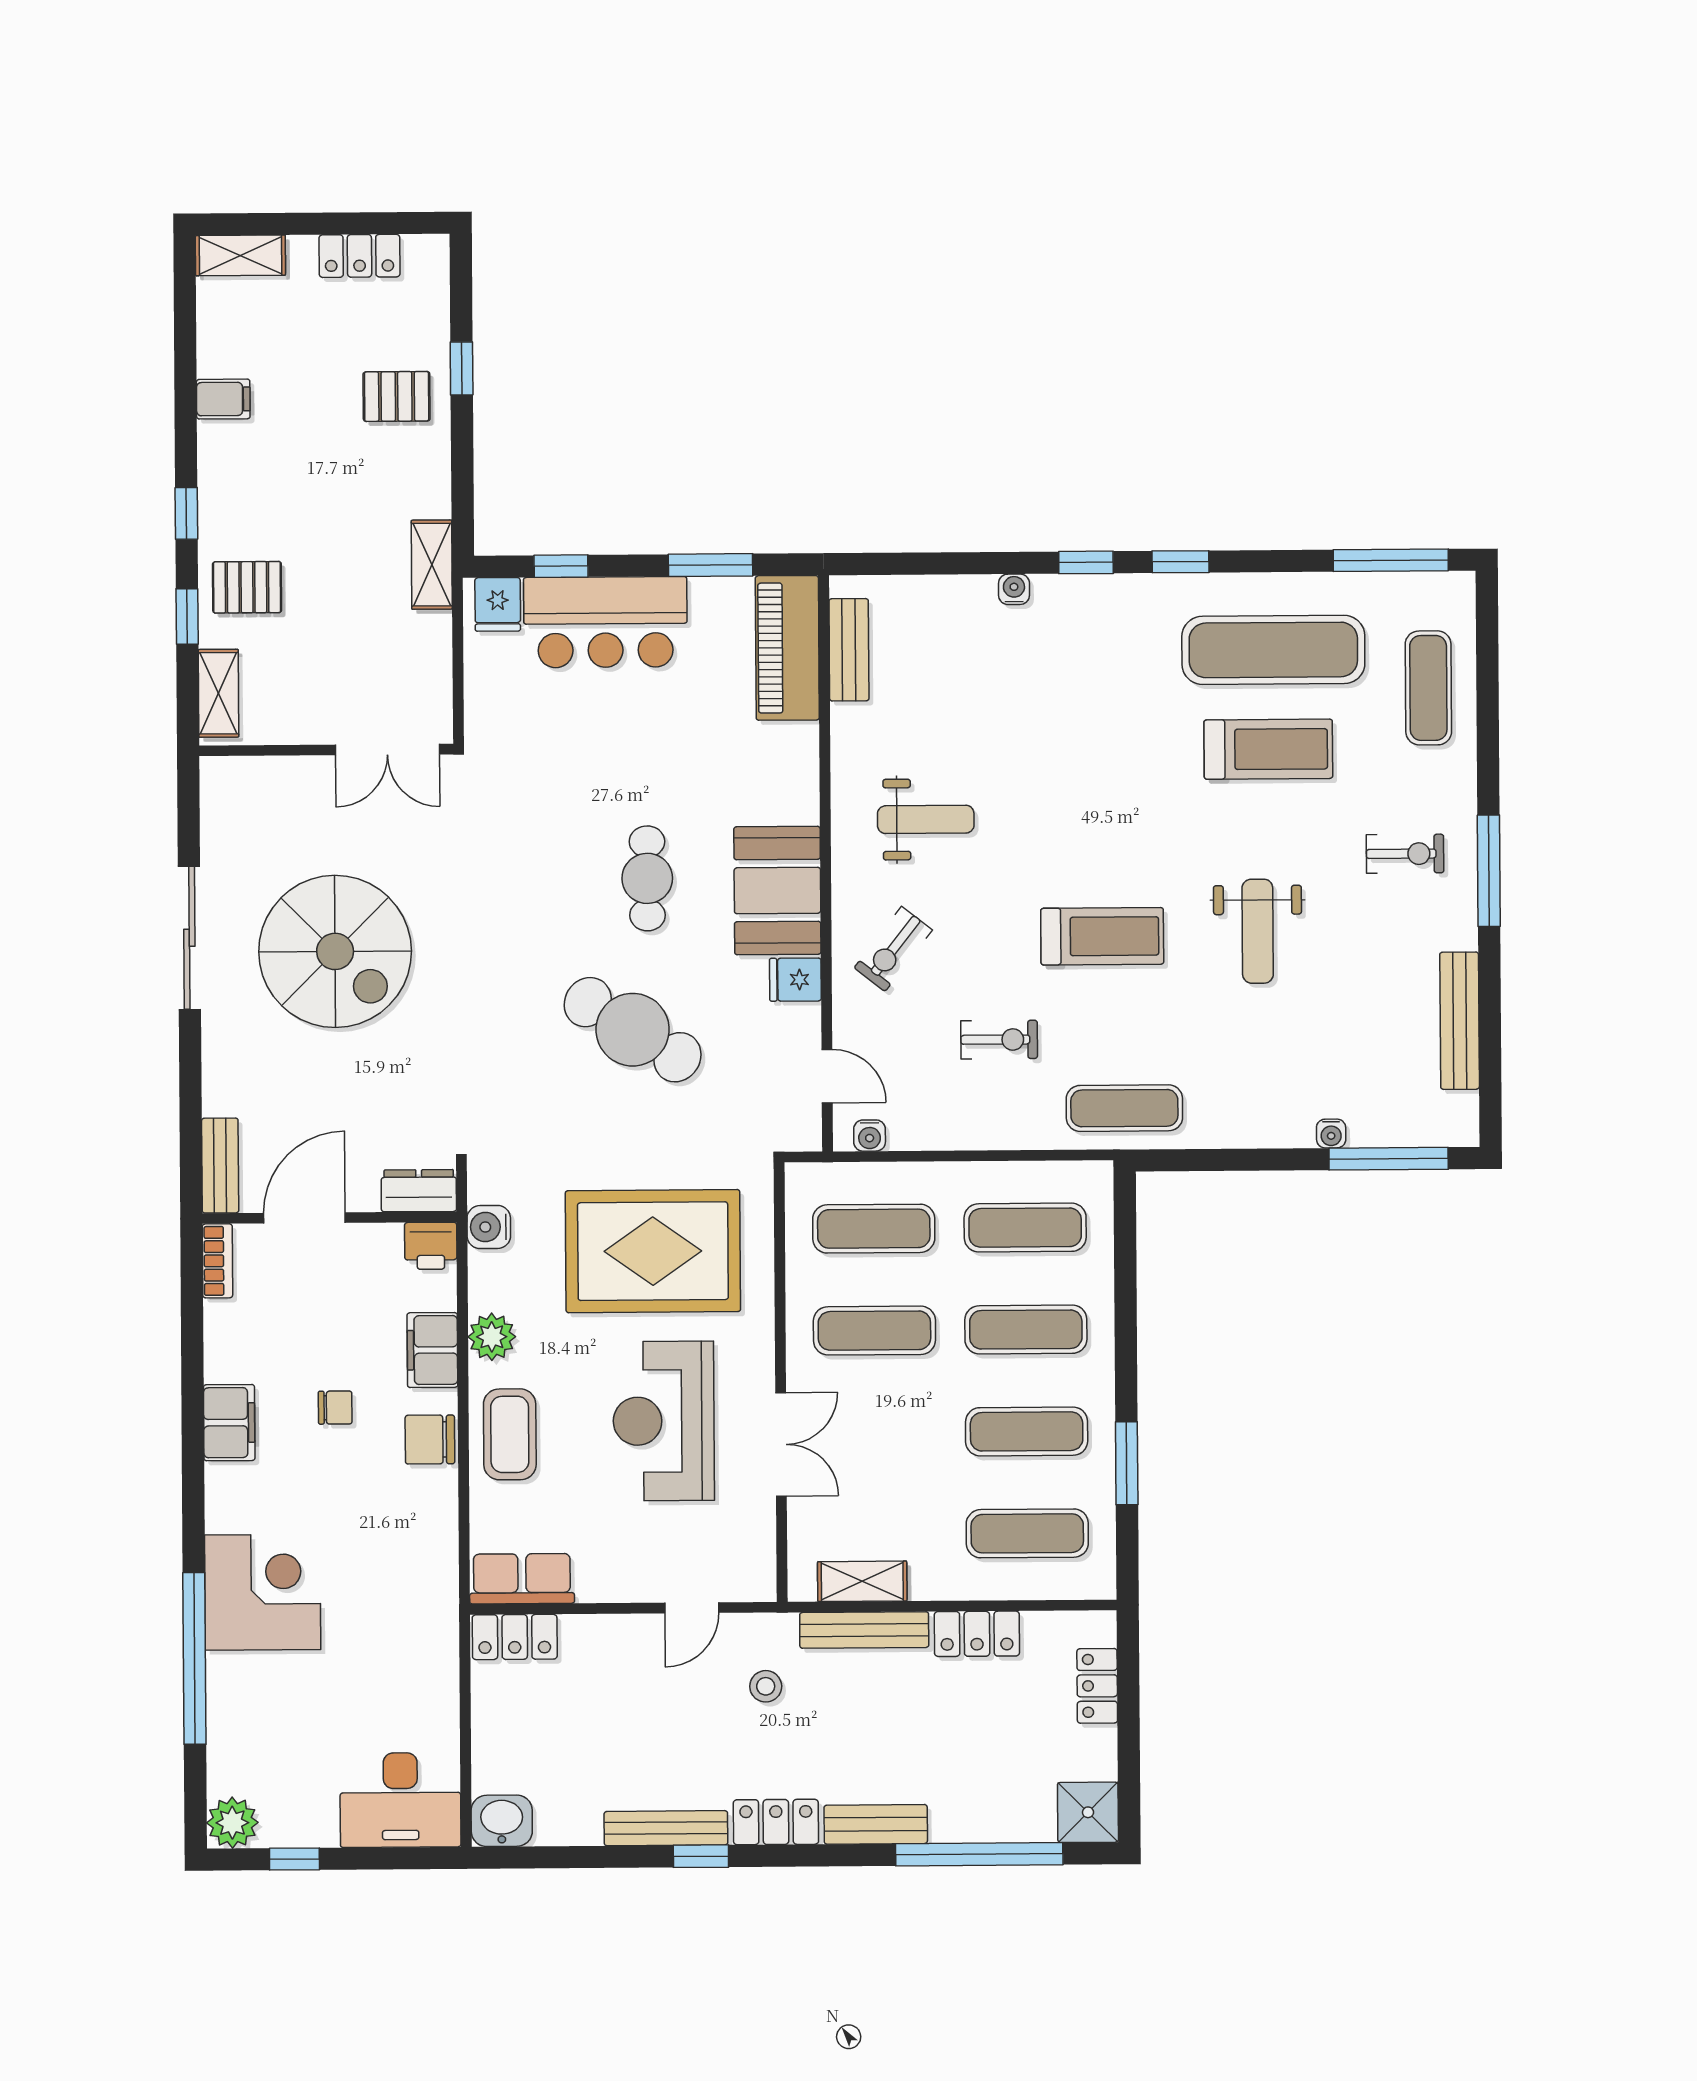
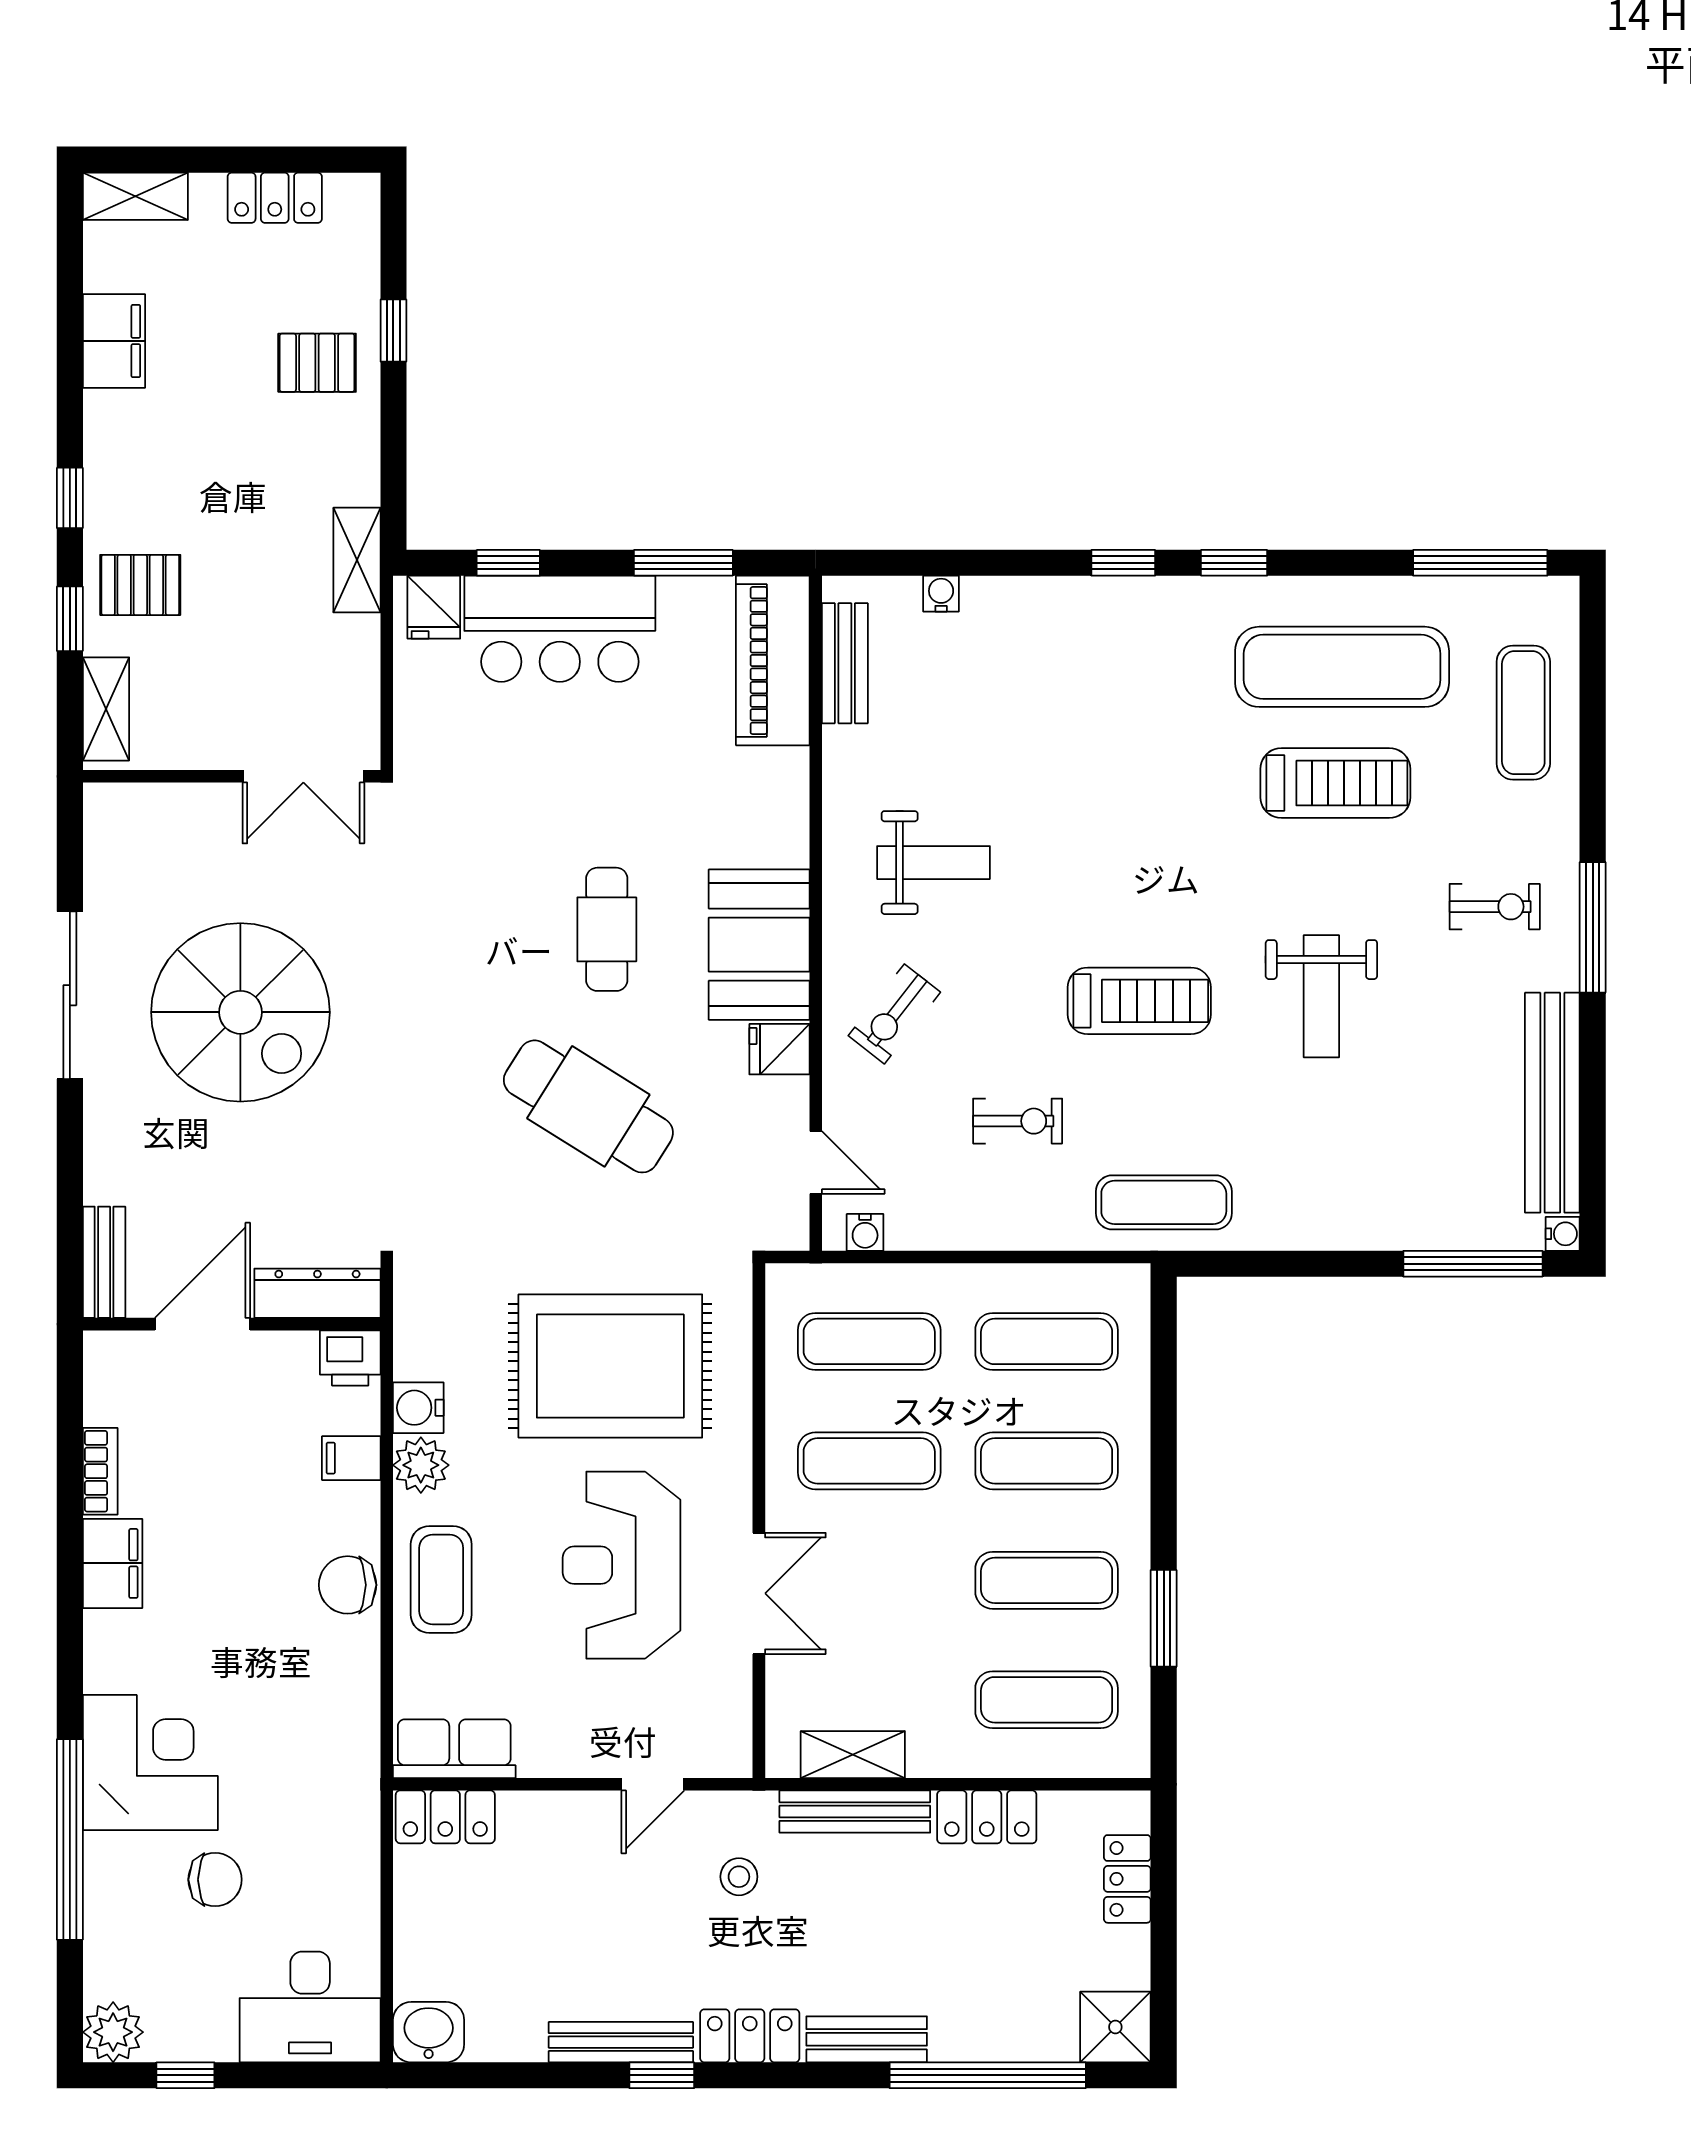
filing cabinet: (223, 399) -> (114, 341), width x2.00
water cooler: (1014, 589) -> (941, 594), moved
bench: (1460, 1021) -> (1552, 1103), width x1.37, depth x1.21
water cooler: (1331, 1134) -> (1563, 1234), moved, turned -90
dresser: (419, 1191) -> (317, 1293), width x1.44
water cooler: (489, 1227) -> (418, 1408), moved
bookcase: (217, 1261) -> (100, 1471), moved
filing cabinet: (432, 1350) -> (351, 1458), width x0.50
chair: (335, 1408) -> (215, 1880), moved, width x1.37, depth x1.37

